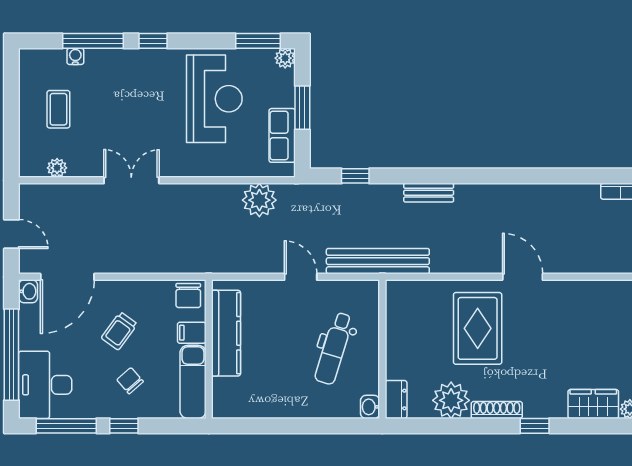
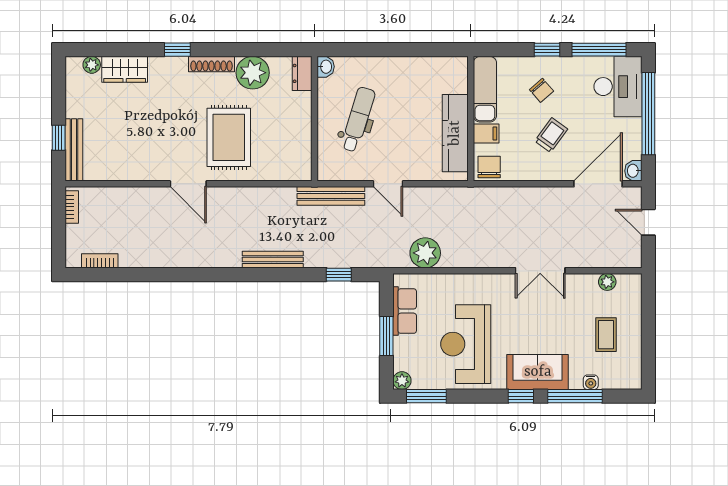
sofa: (135, 68) -> (538, 372), added
bench: (429, 193) -> (273, 260), width x1.36
bench: (378, 261) -> (331, 196), width x0.73, depth x0.82

